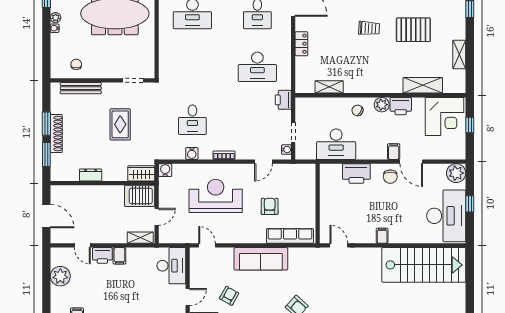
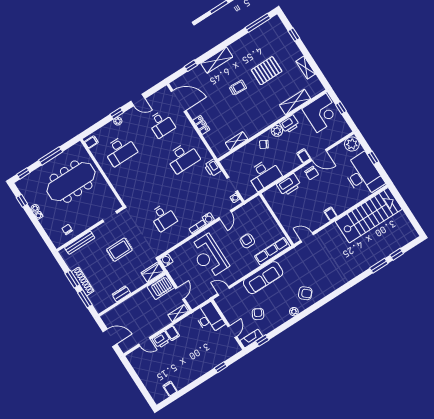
rug: (120, 124) -> (119, 250), turned 90
water cooler: (192, 153) -> (208, 219), moved
reception desk: (216, 196) -> (209, 256), turned -90
plant: (60, 276) -> (143, 370), removed

